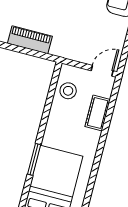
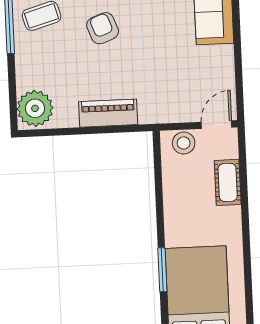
stool: (68, 91) -> (184, 143), moved

